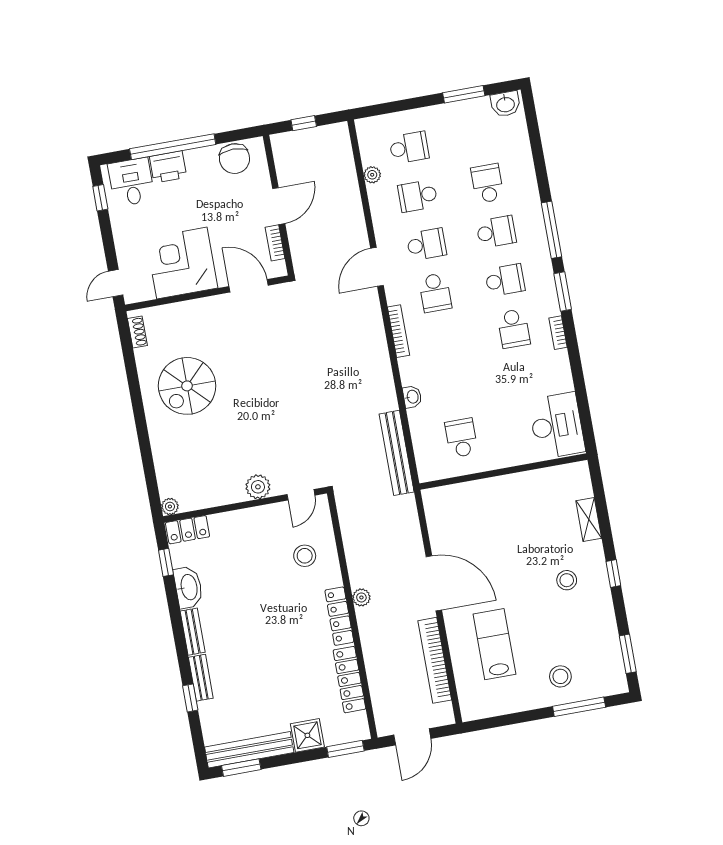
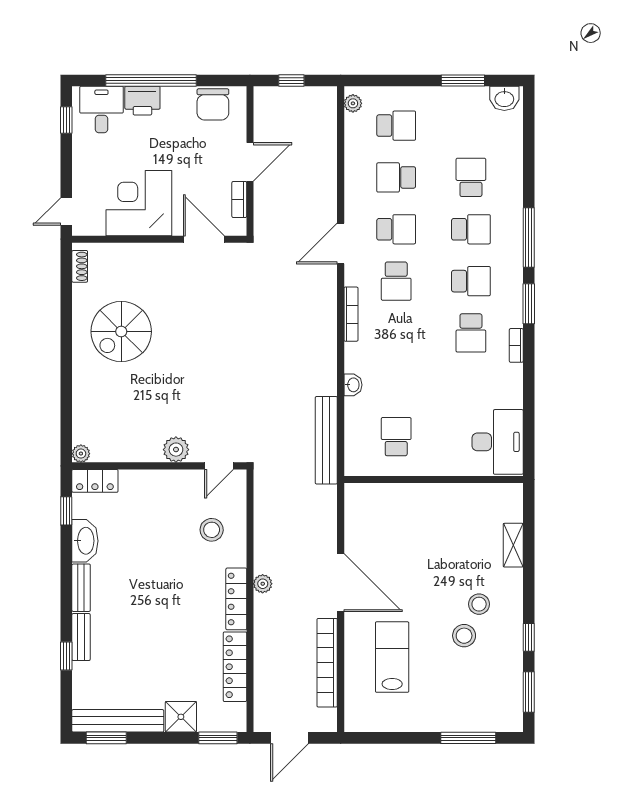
plant: (372, 175) -> (353, 103), moved
window: (613, 573) -> (529, 637), moved
stool: (560, 676) -> (464, 636), moved

